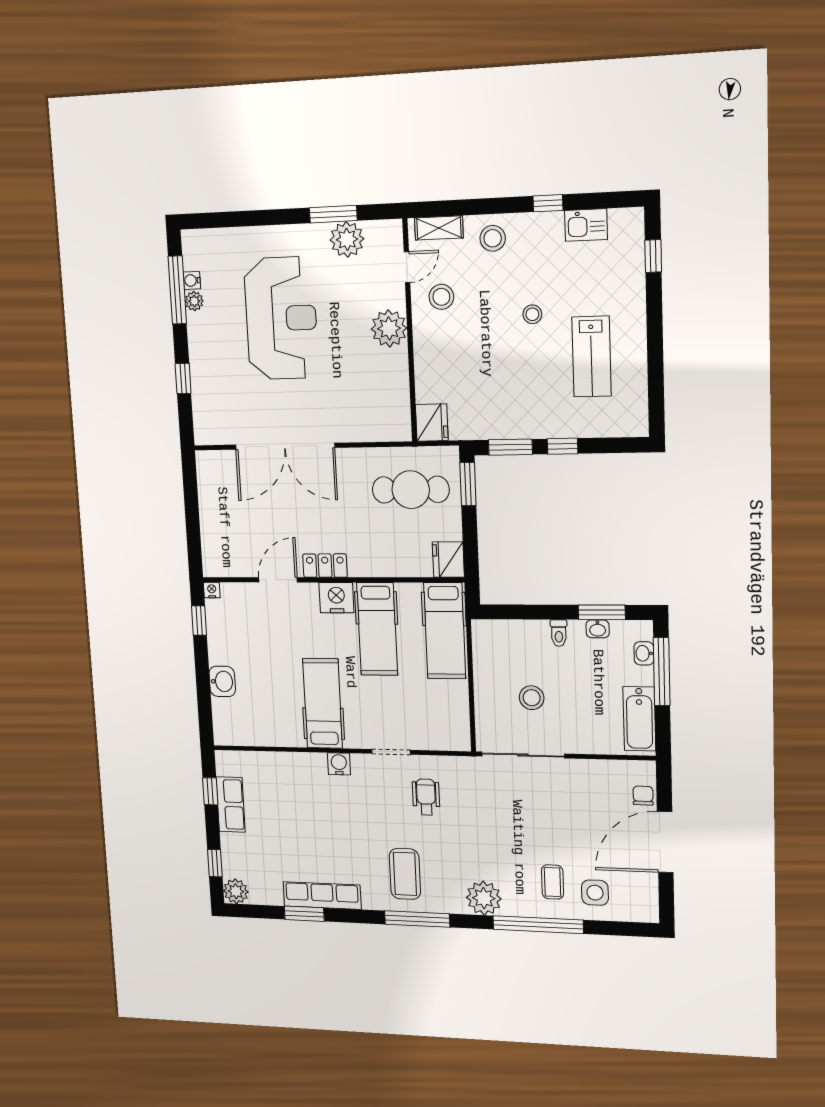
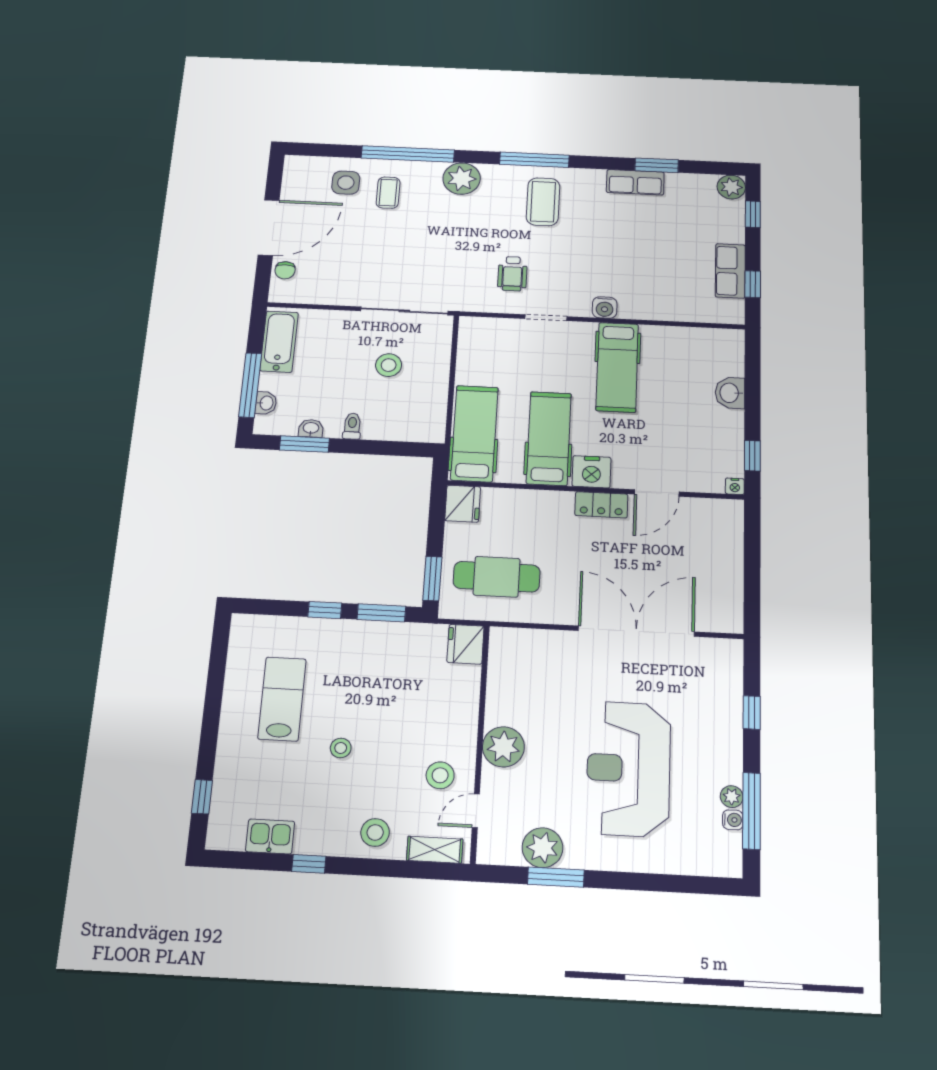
row of seats: (322, 896) -> (635, 182), width x0.68

